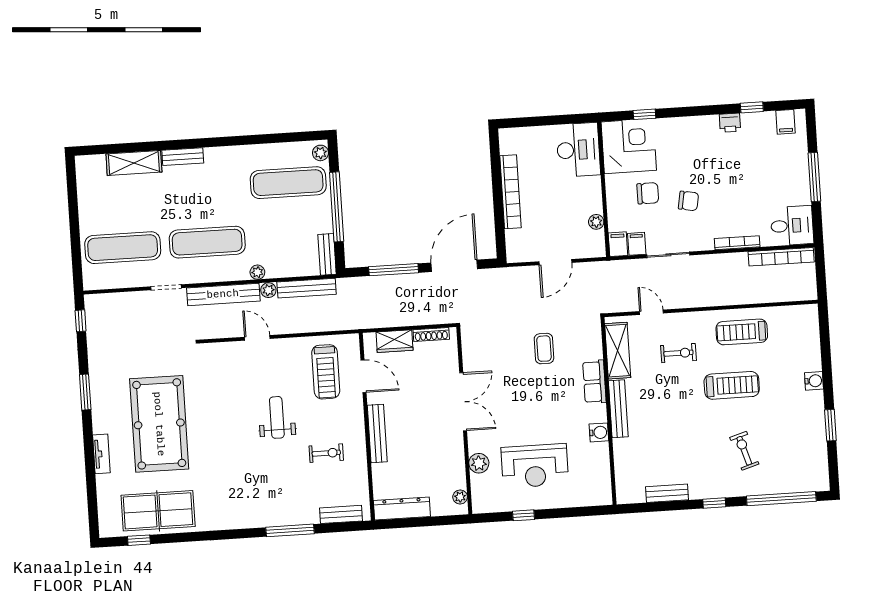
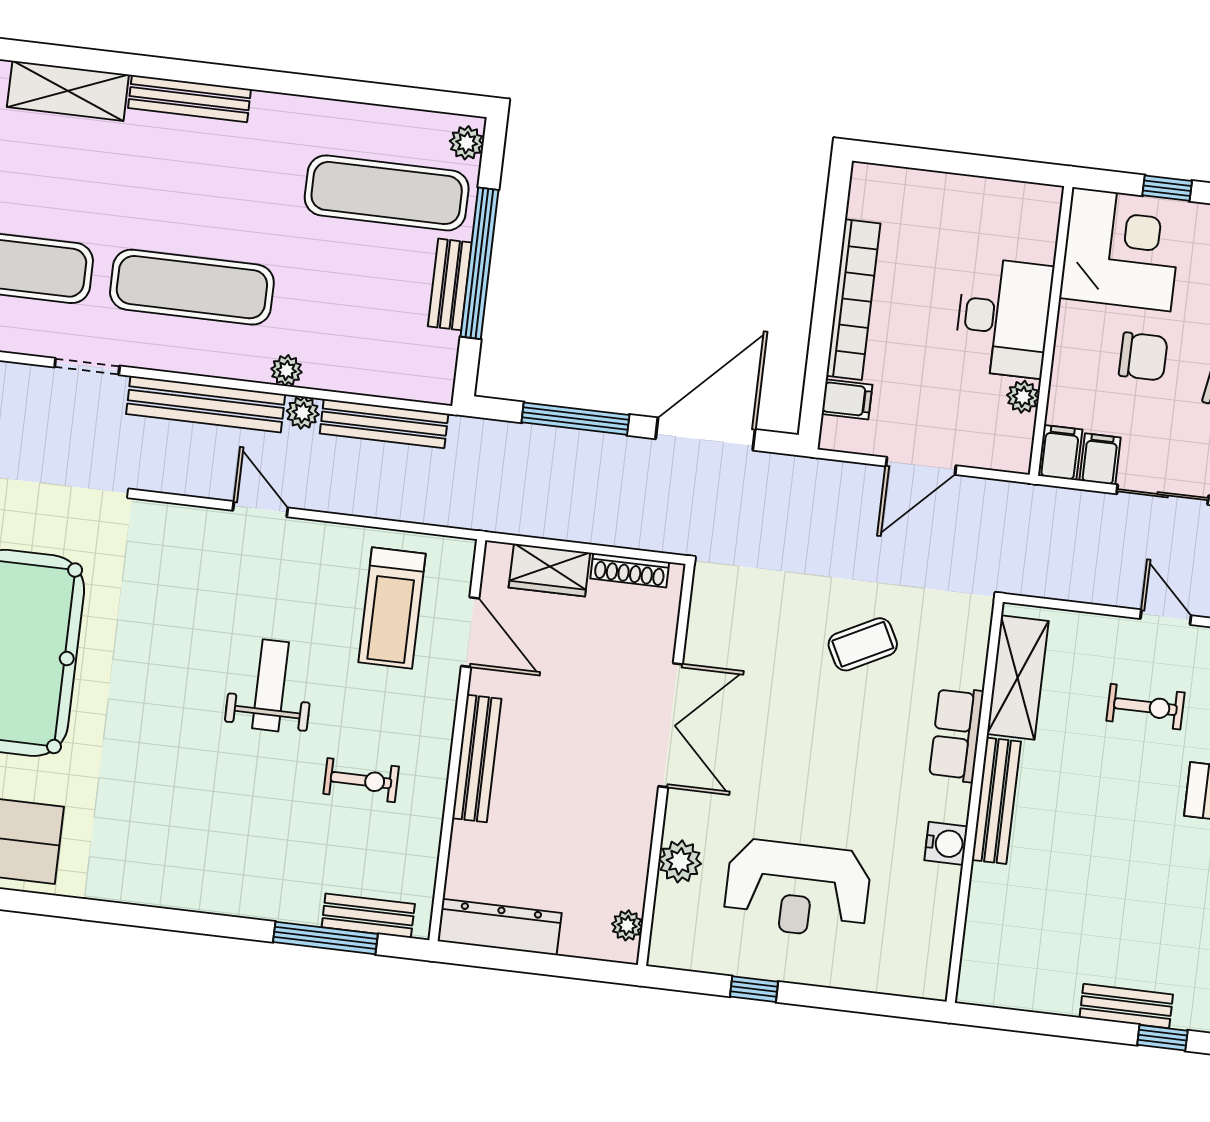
desk: (578, 150) -> (1004, 318), moved
bench: (183, 157) -> (190, 99), width x1.36
filing cabinet: (516, 238) -> (847, 399), added
bench: (327, 254) -> (450, 284), moved
door: (651, 312) -> (1166, 617), moved
coffee table: (544, 349) -> (863, 644), turned 63
bench: (667, 493) -> (1126, 1006), moved
window: (290, 530) -> (325, 938), moved

